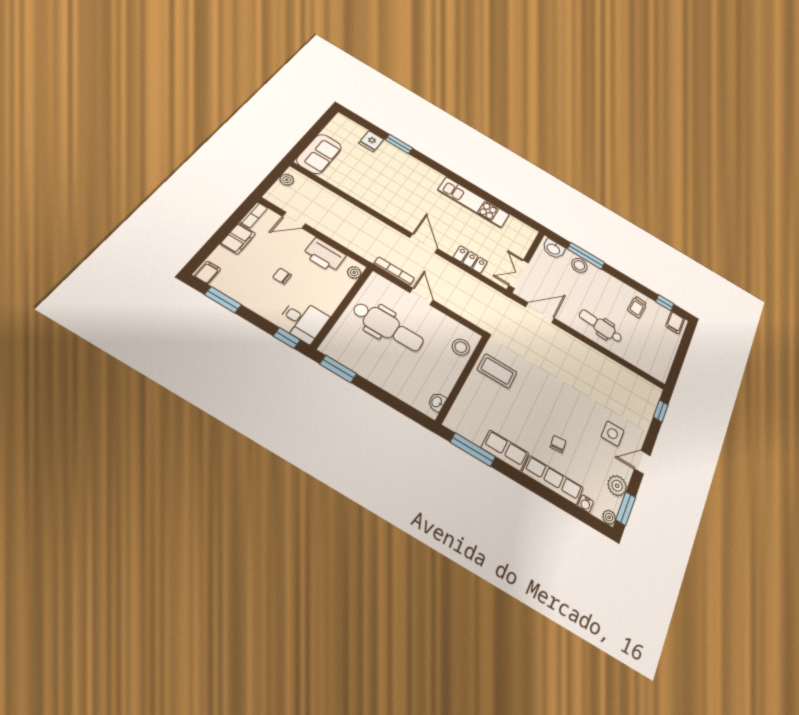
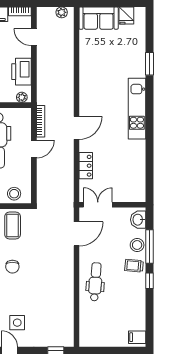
fridge: (371, 141) -> (126, 15), moved, turned -90
kitchen unit: (473, 202) -> (137, 109), moved
window: (665, 303) -> (150, 281), moved
trolley: (637, 307) -> (134, 266), moved
door: (540, 313) -> (76, 234), hinge flipped
chair: (545, 400) -> (12, 267), added

